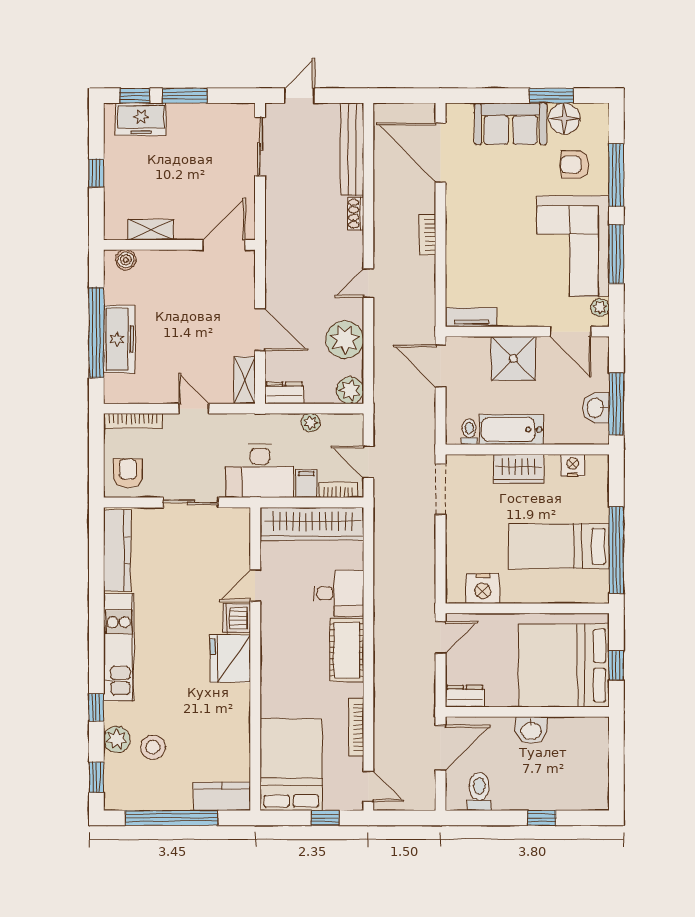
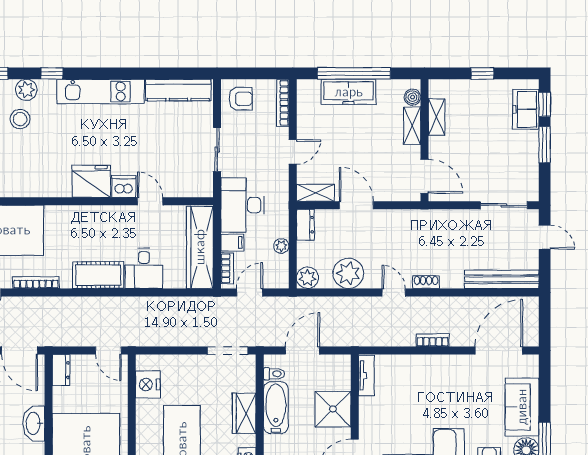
shoe rack: (356, 214) -> (426, 282), moved
shelving: (161, 260) -> (412, 126), added
door: (260, 330) -> (356, 205), swing flipped
door: (441, 366) -> (302, 351), moved
washbasin: (531, 730) -> (34, 423), width x1.38

